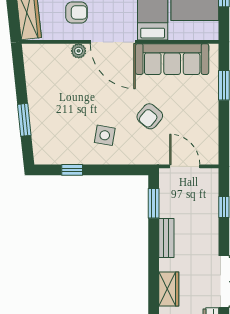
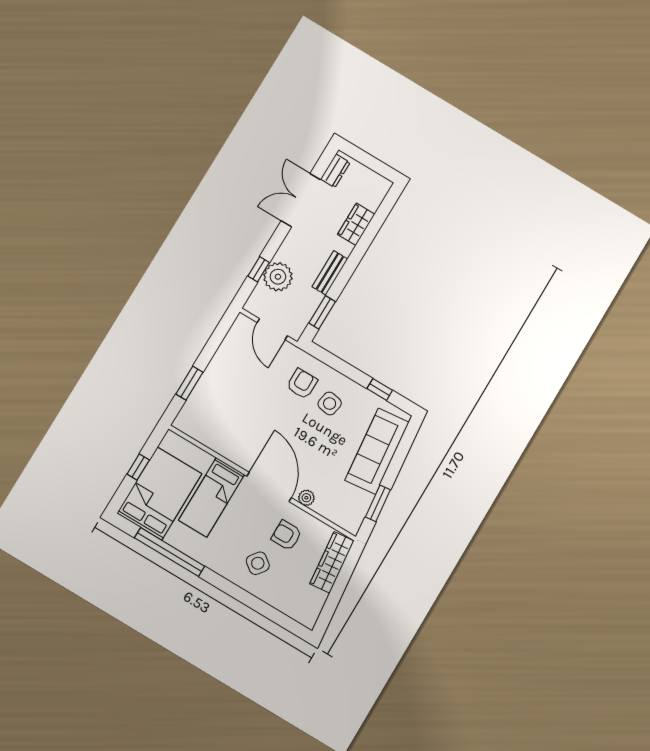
sofa: (172, 59) -> (377, 451), moved, turned -96
armchair: (150, 116) -> (302, 384), moved, turned -40
window: (24, 120) -> (378, 503), moved
plant: (205, 210) -> (278, 277), added

